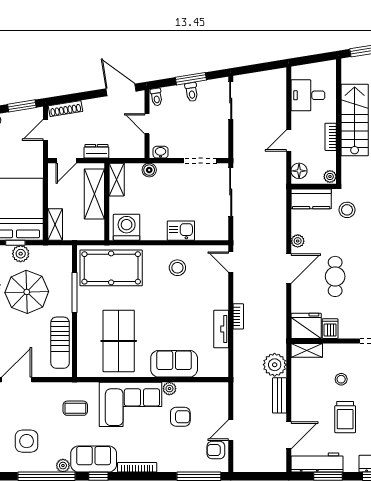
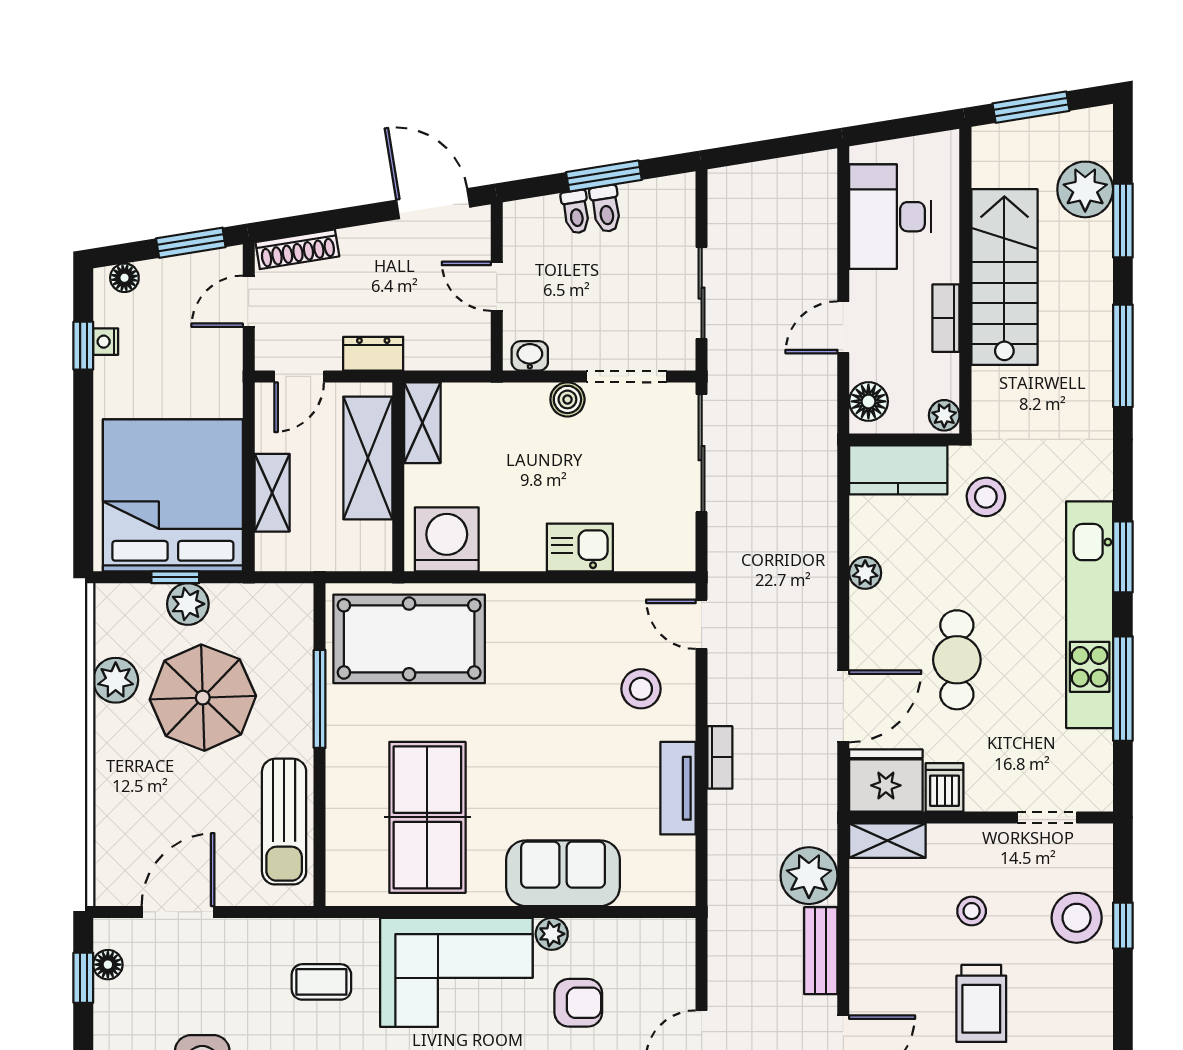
desk: (308, 95) -> (890, 217), width x1.37
toilet: (156, 97) -> (576, 212), moved
sliding door: (231, 101) -> (702, 293), moved
boiler: (149, 170) -> (567, 399), moved
shelving: (55, 224) -> (272, 493), moved
stool: (177, 268) -> (641, 689), moved
door: (289, 269) -> (843, 706), moved

